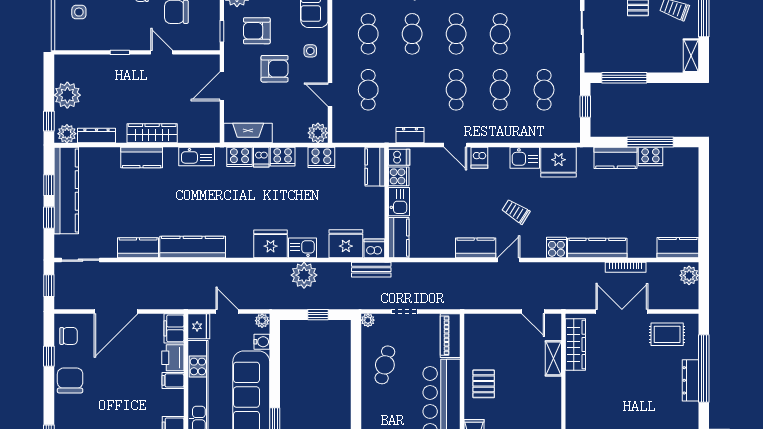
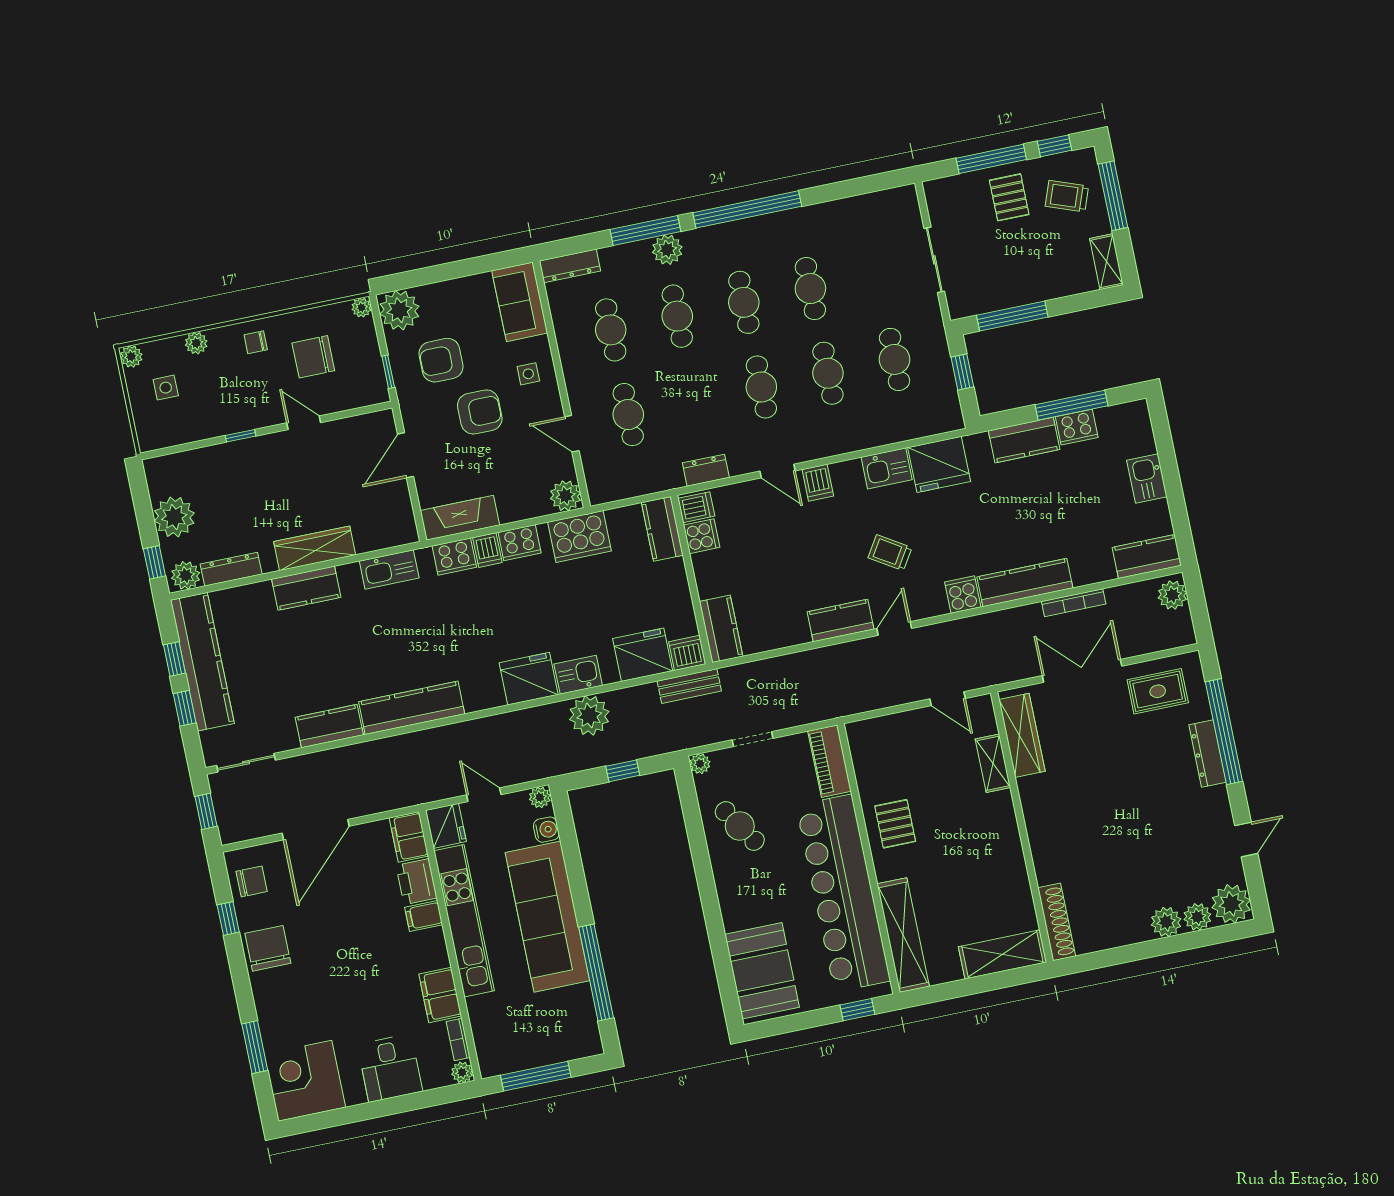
cooker: (321, 157) -> (579, 537), width x1.37, depth x1.31
kitchen sink: (399, 202) -> (1147, 478), moved, turned 180
cafe table: (385, 365) -> (740, 826), turned -47

